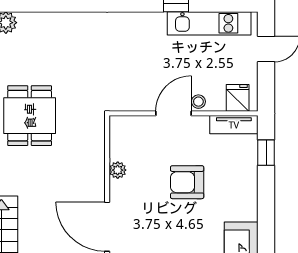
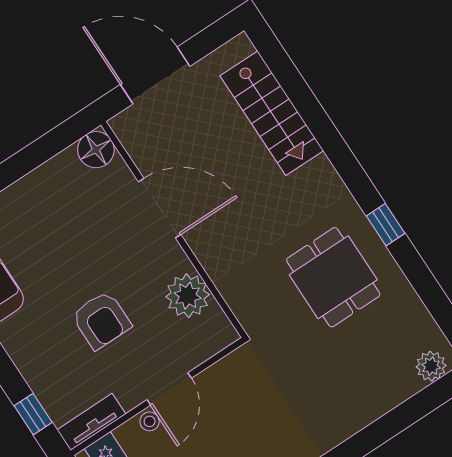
plant: (118, 170) -> (188, 296), width x1.88, depth x1.88
armchair: (187, 182) -> (101, 320), turned 90

